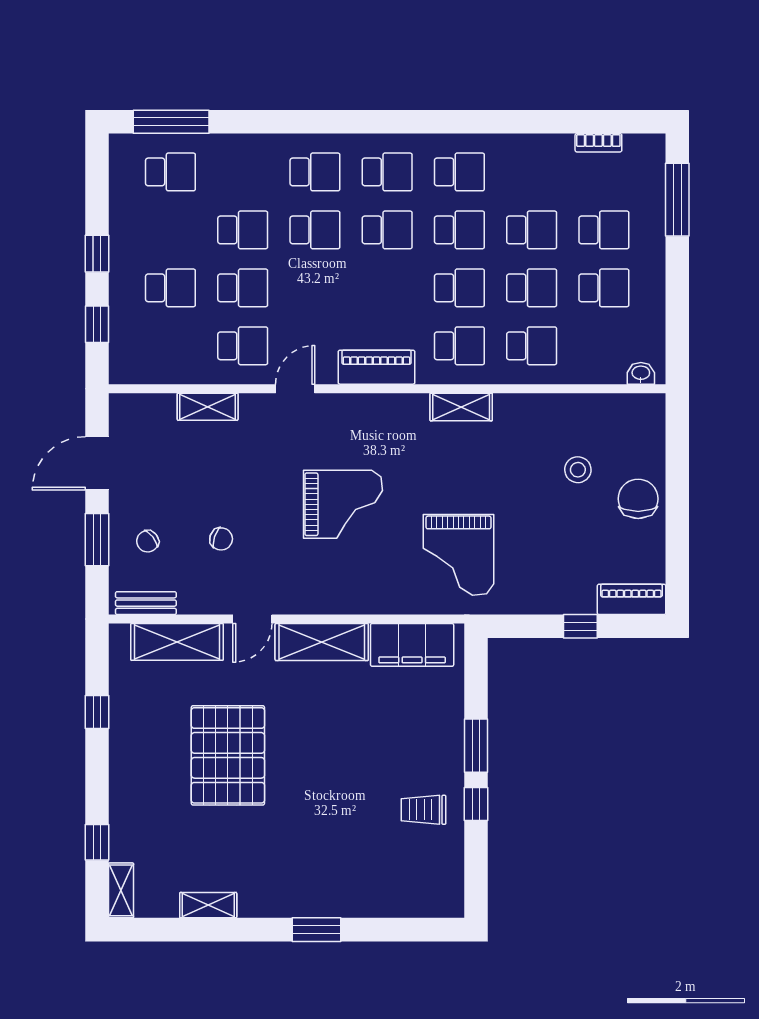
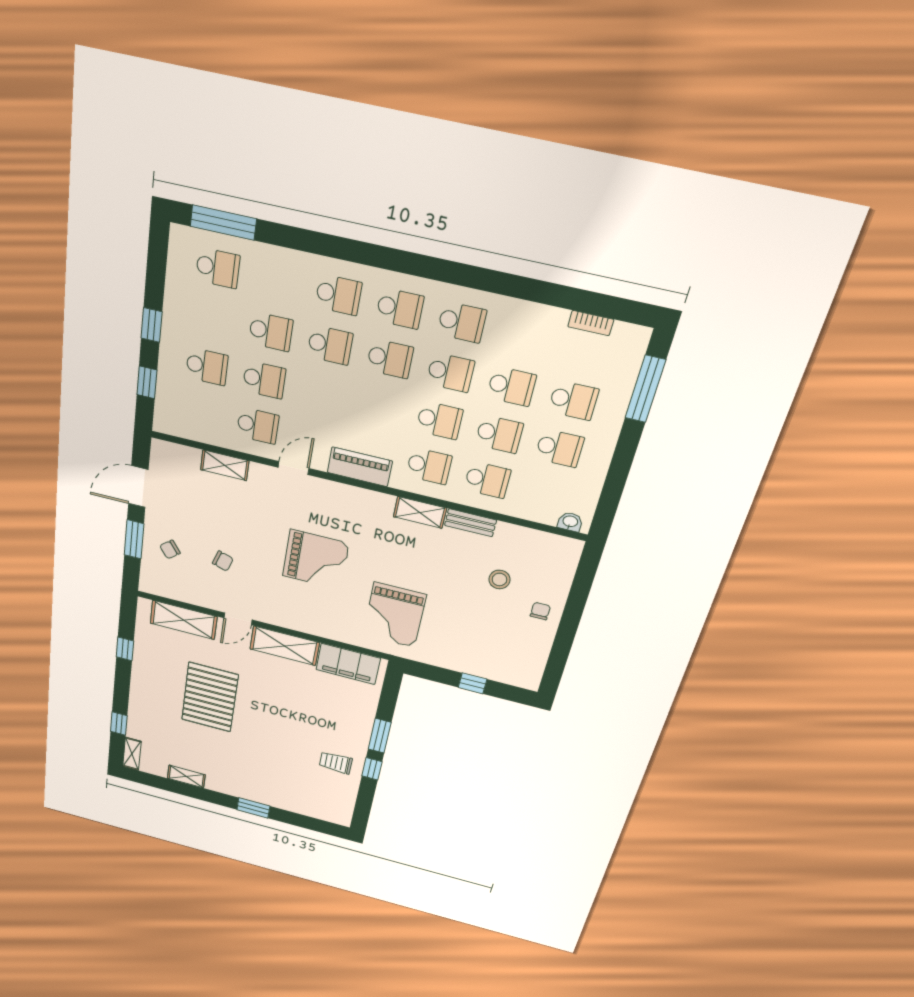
chair: (638, 499) -> (540, 611), width x0.54, depth x0.54
piano: (632, 599) -> (515, 676), removed
bench: (146, 603) -> (470, 523), moved

